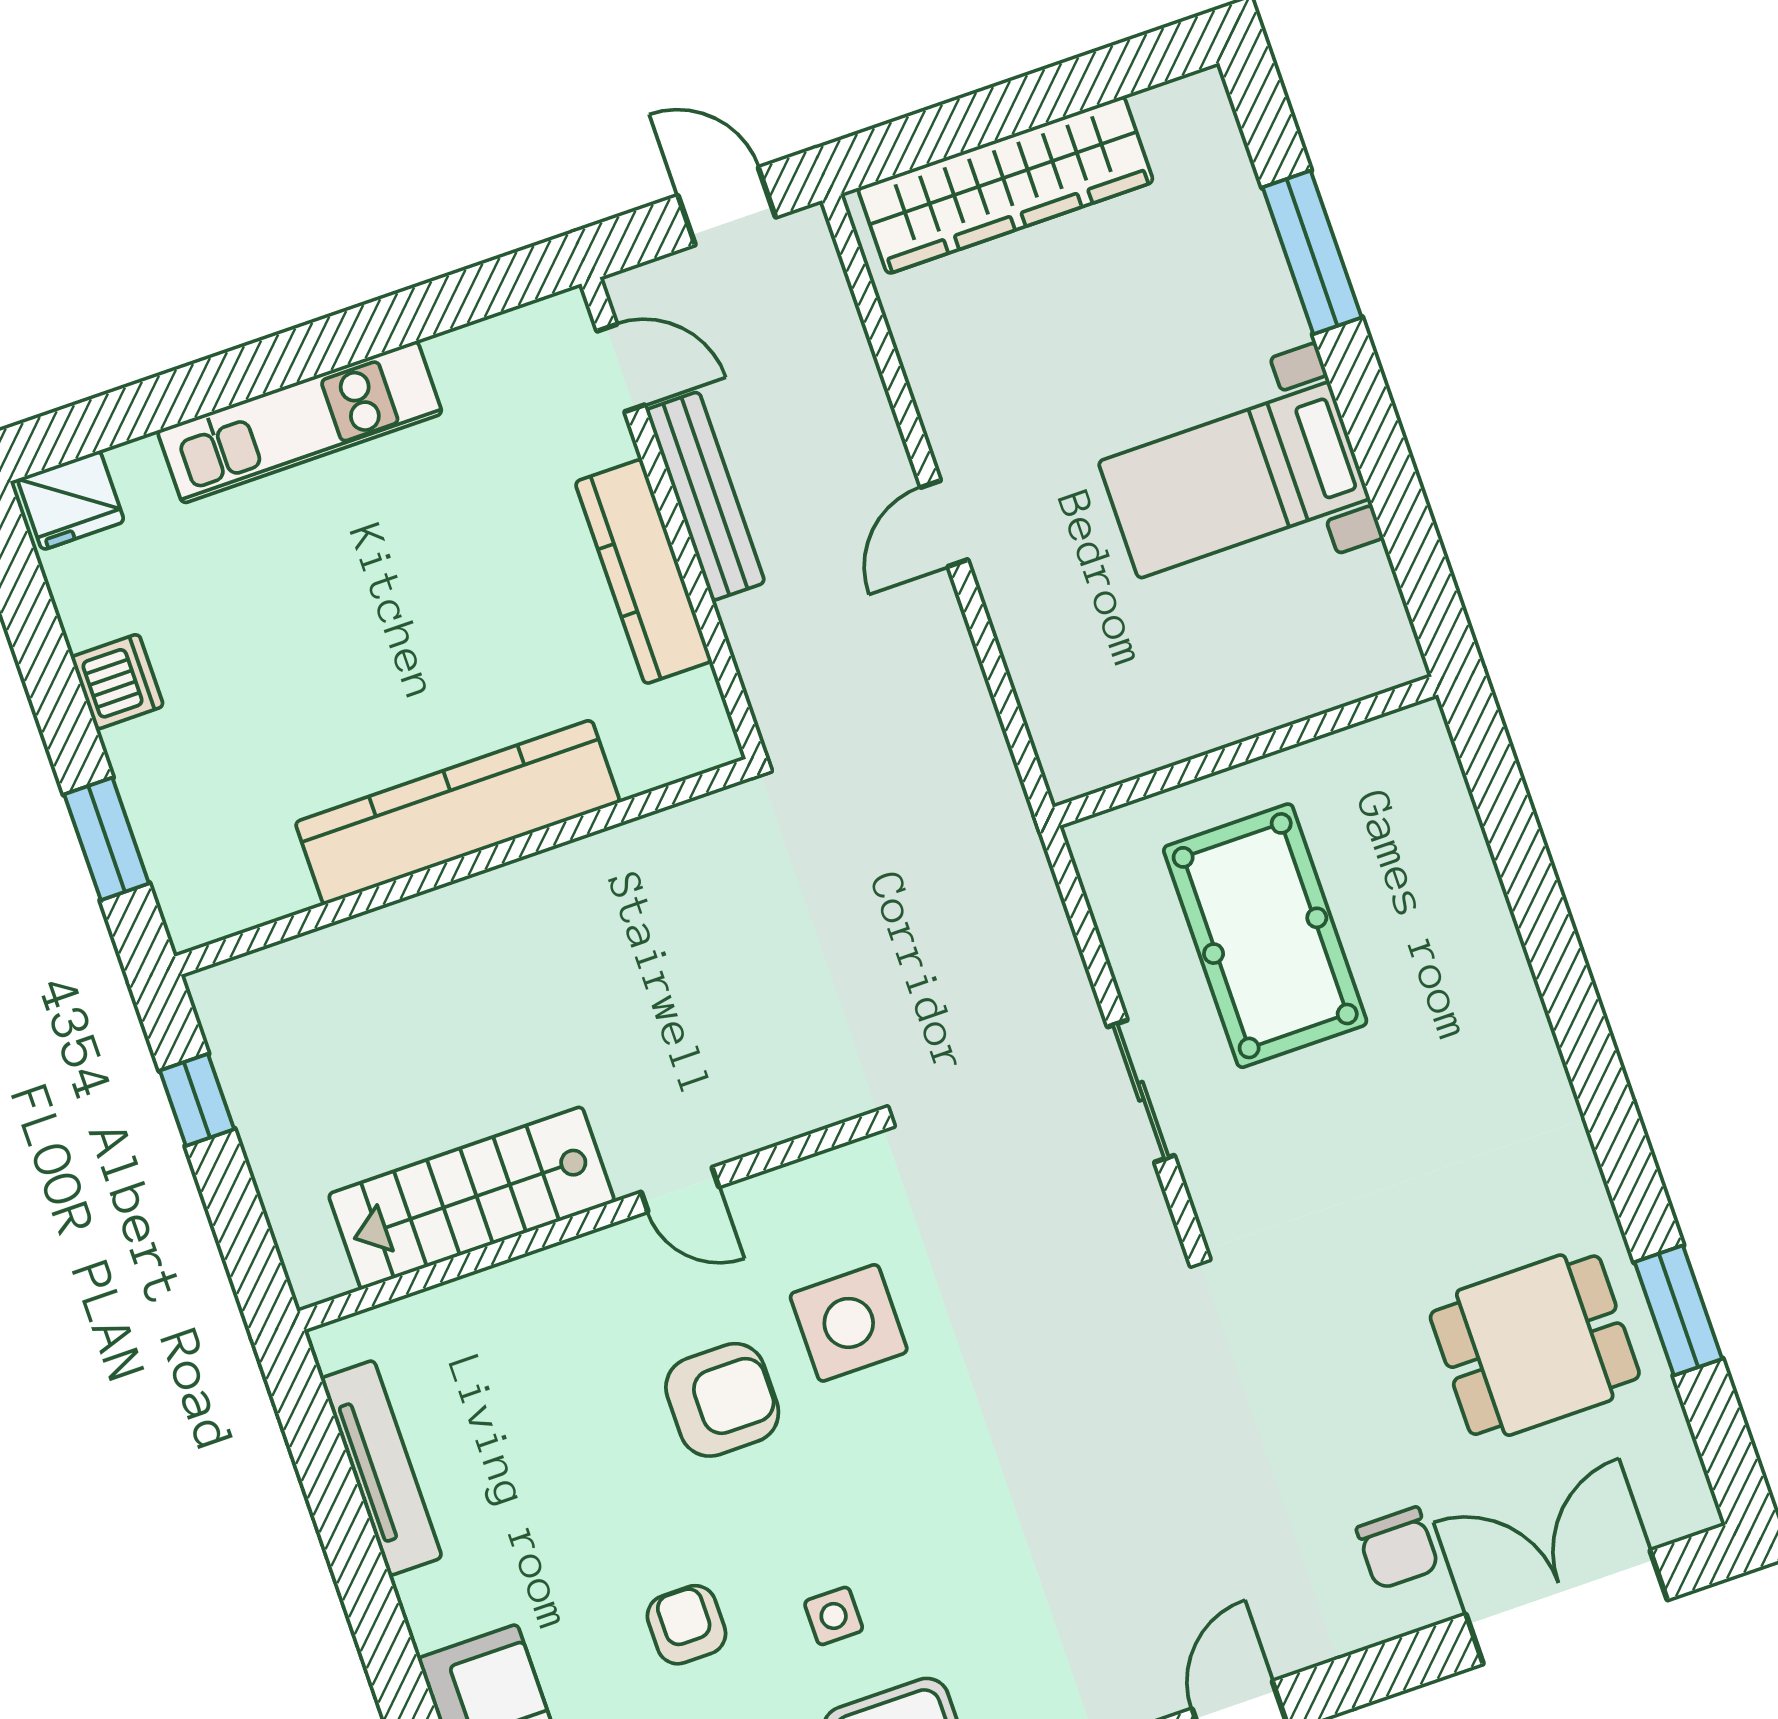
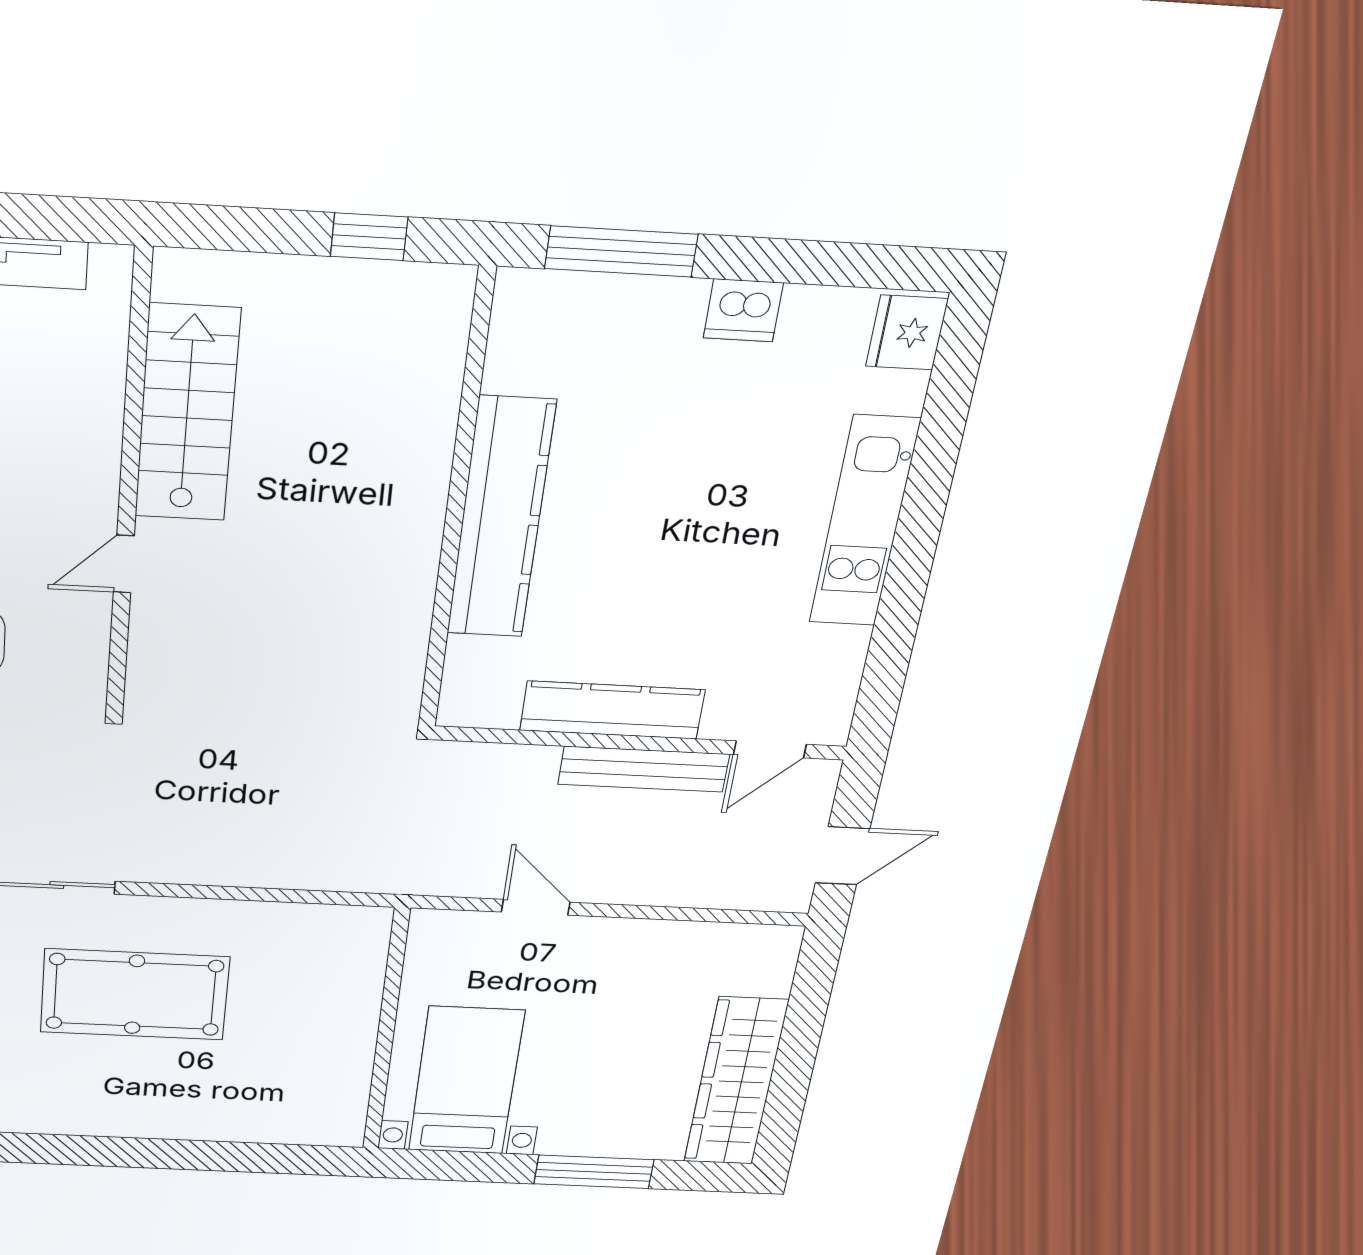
wardrobe: (1006, 185) -> (736, 1082), moved
wall: (1245, 751) -> (386, 1031), moved
window: (107, 839) -> (621, 251), width x1.44

